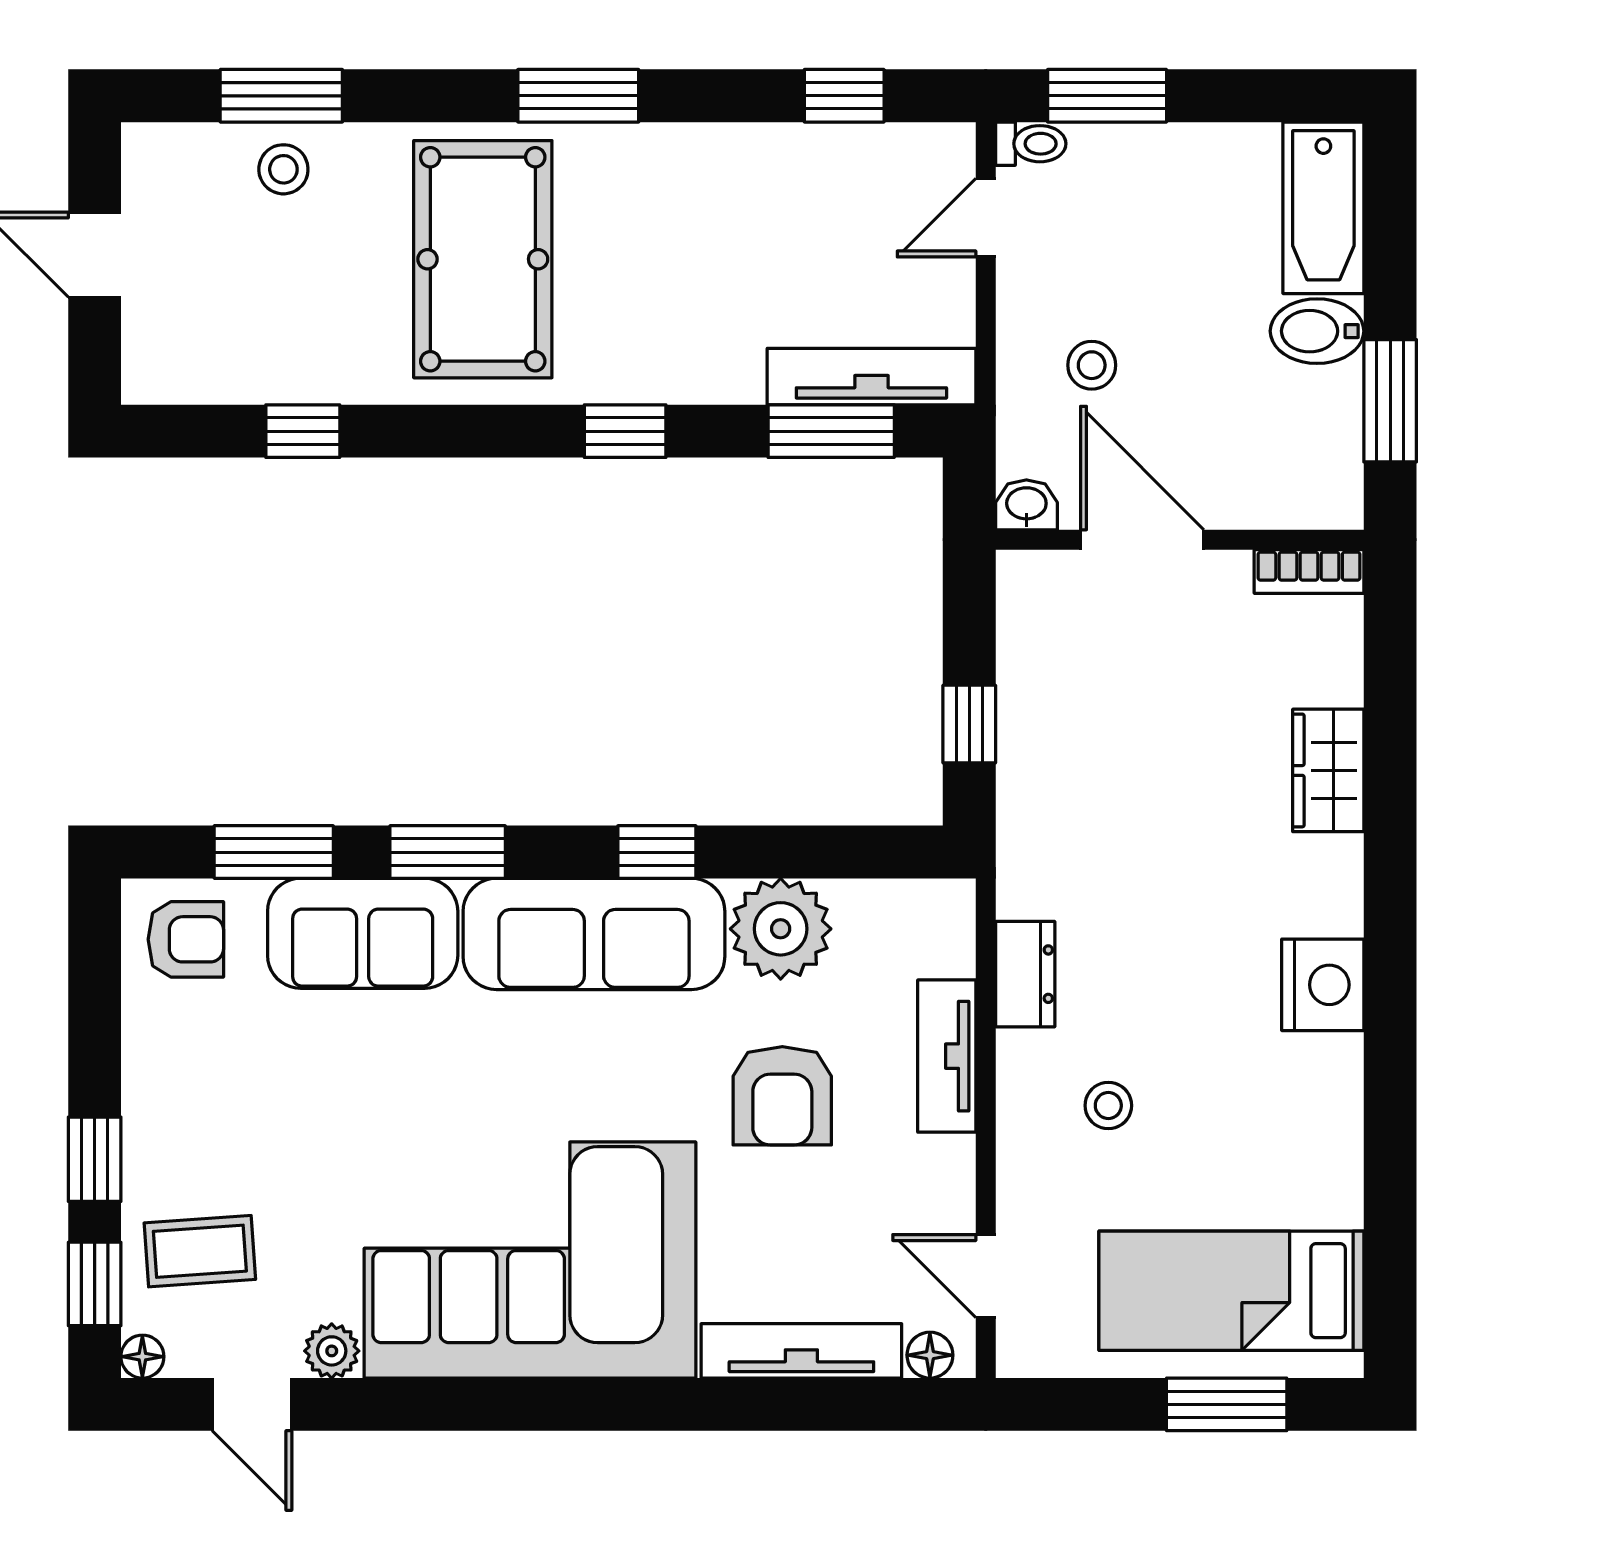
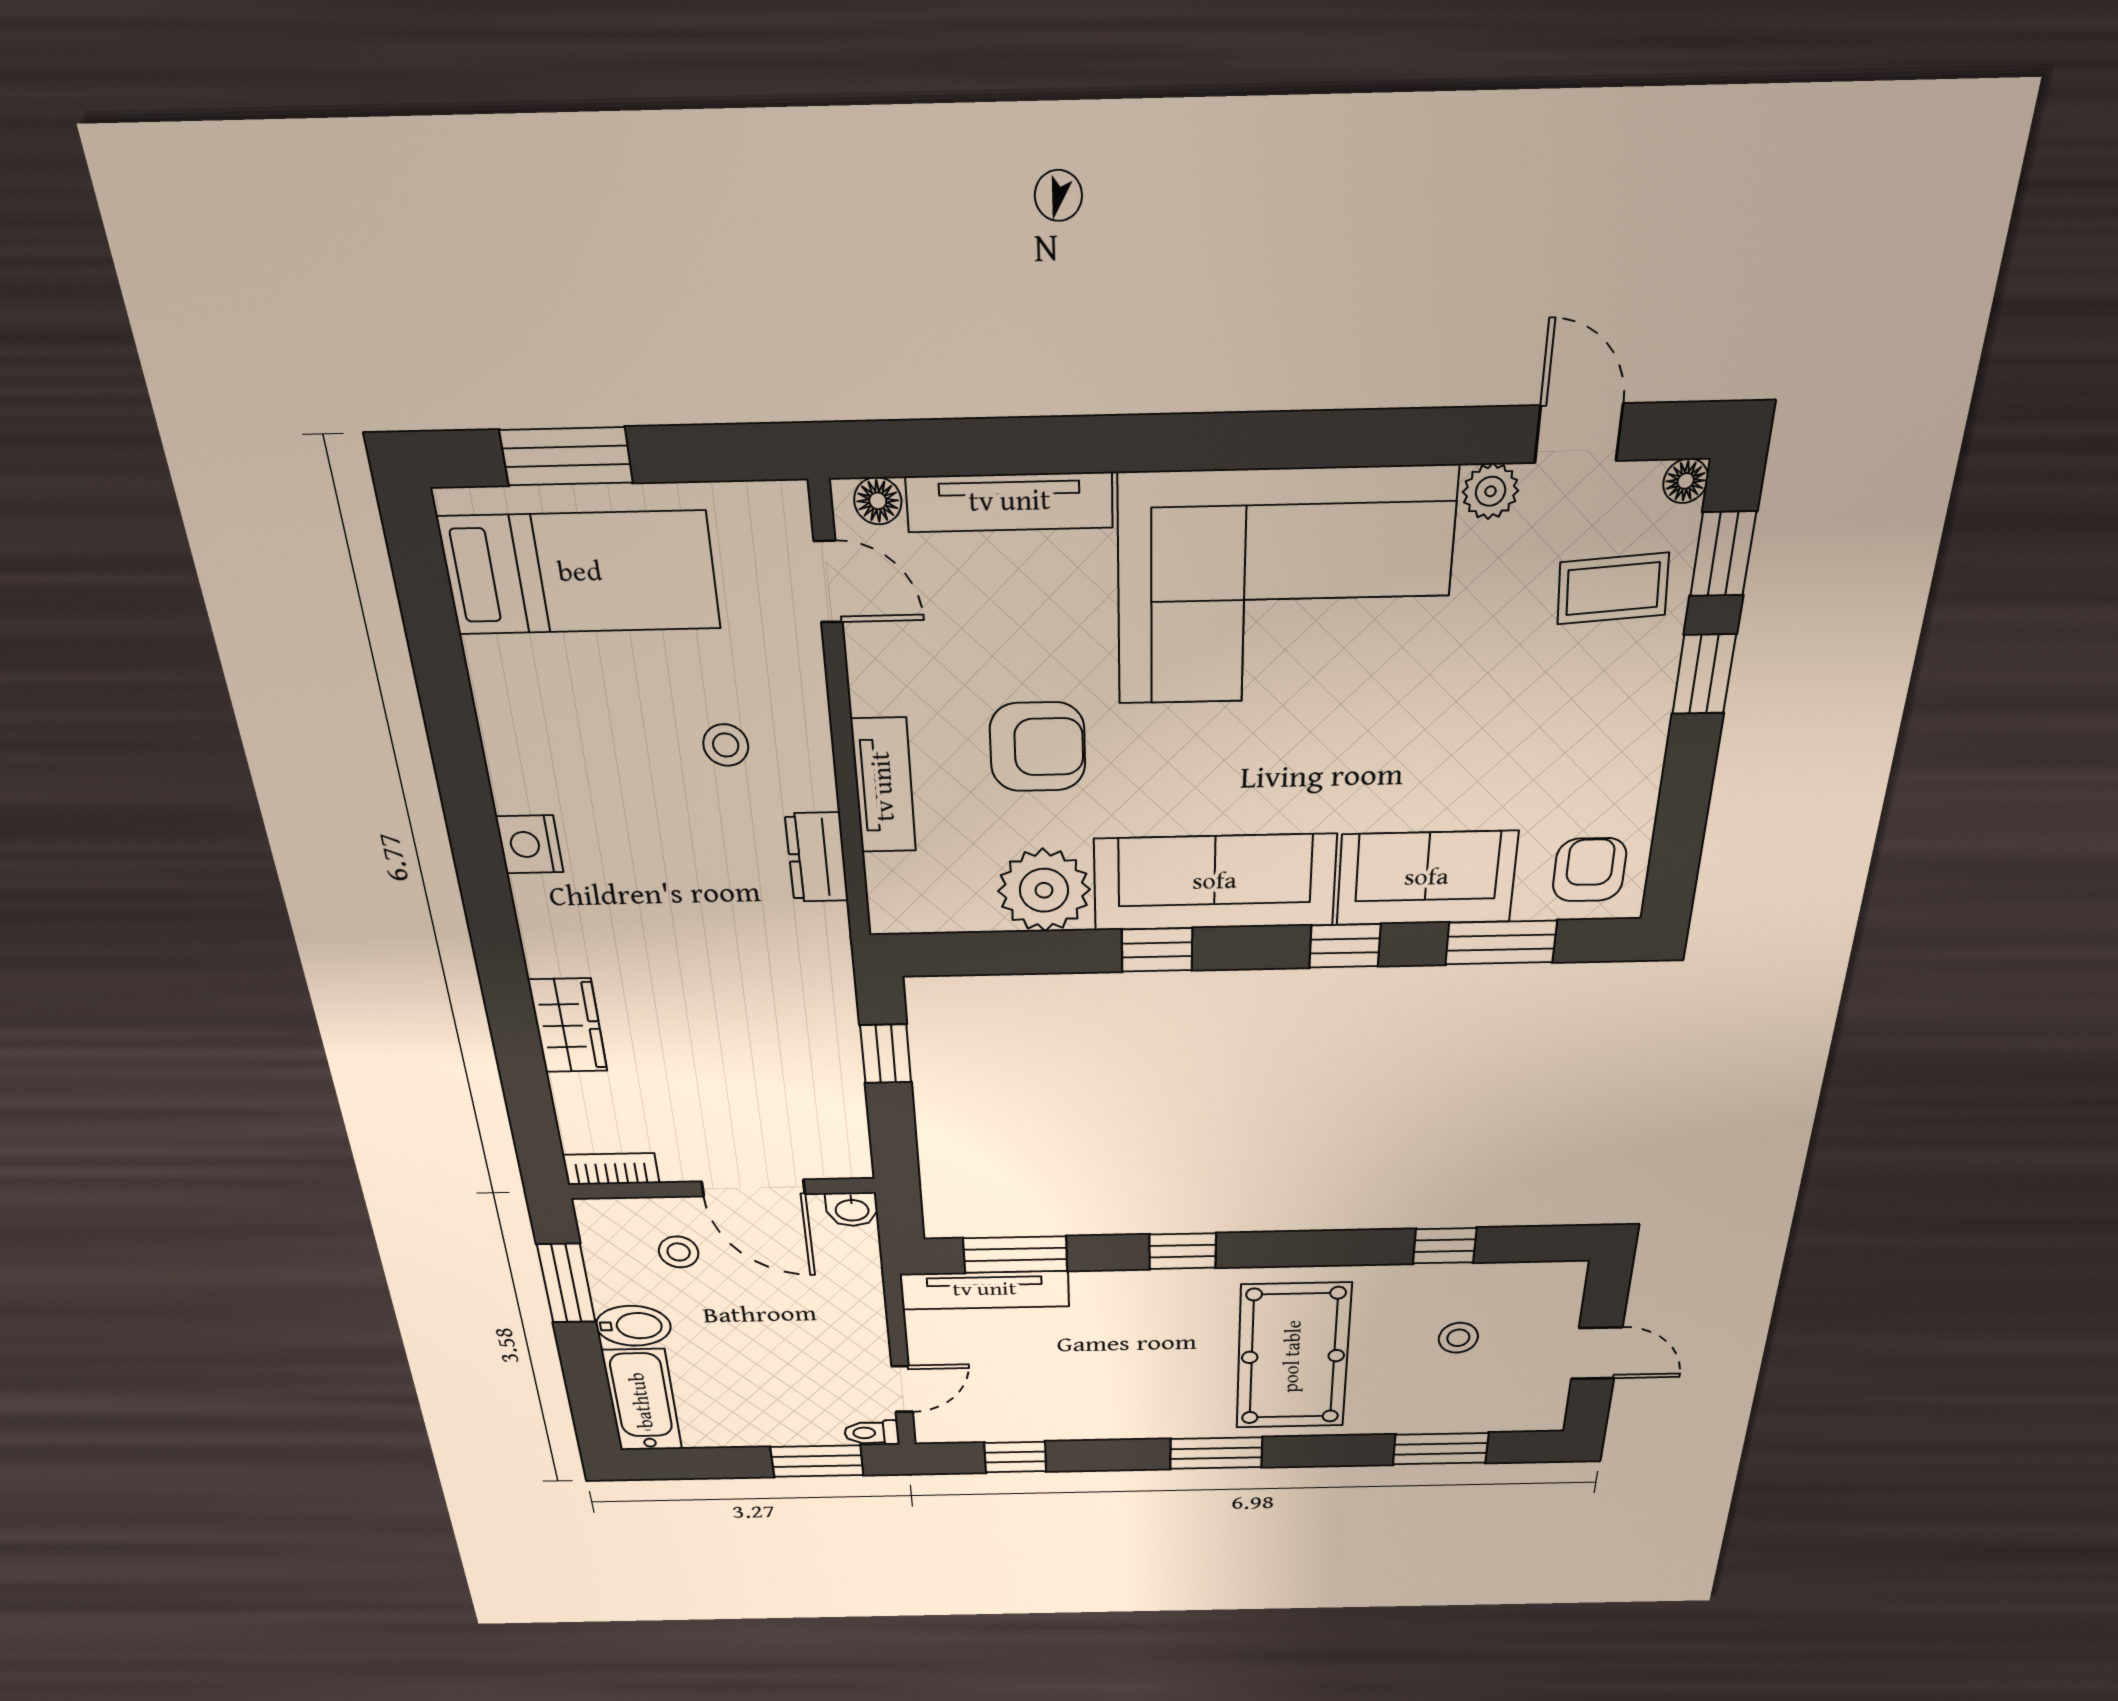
stool: (283, 169) -> (1458, 1338), moved
stool: (1092, 365) -> (679, 1252), moved
window: (448, 852) -> (1345, 946), width x0.67
armchair: (186, 939) -> (1589, 870), turned 90
nightstand: (1323, 985) -> (529, 844), width x0.74, depth x0.75
armchair: (782, 1096) -> (1038, 747), turned 90

